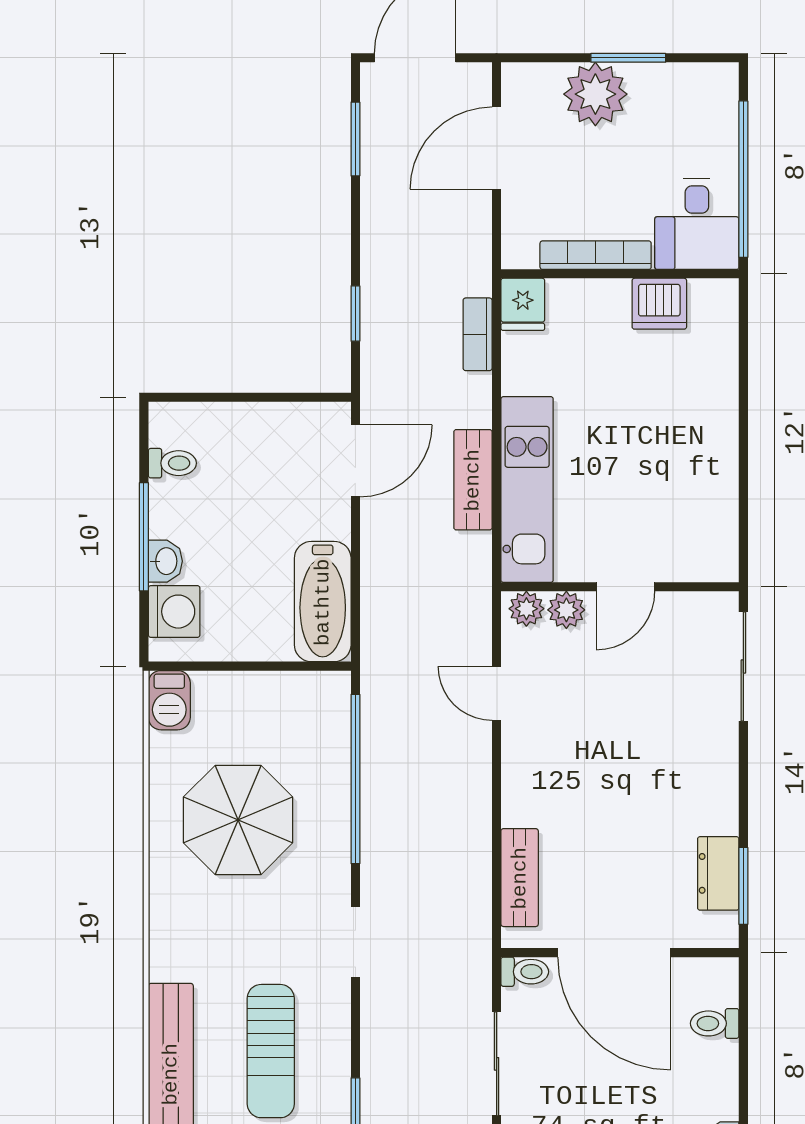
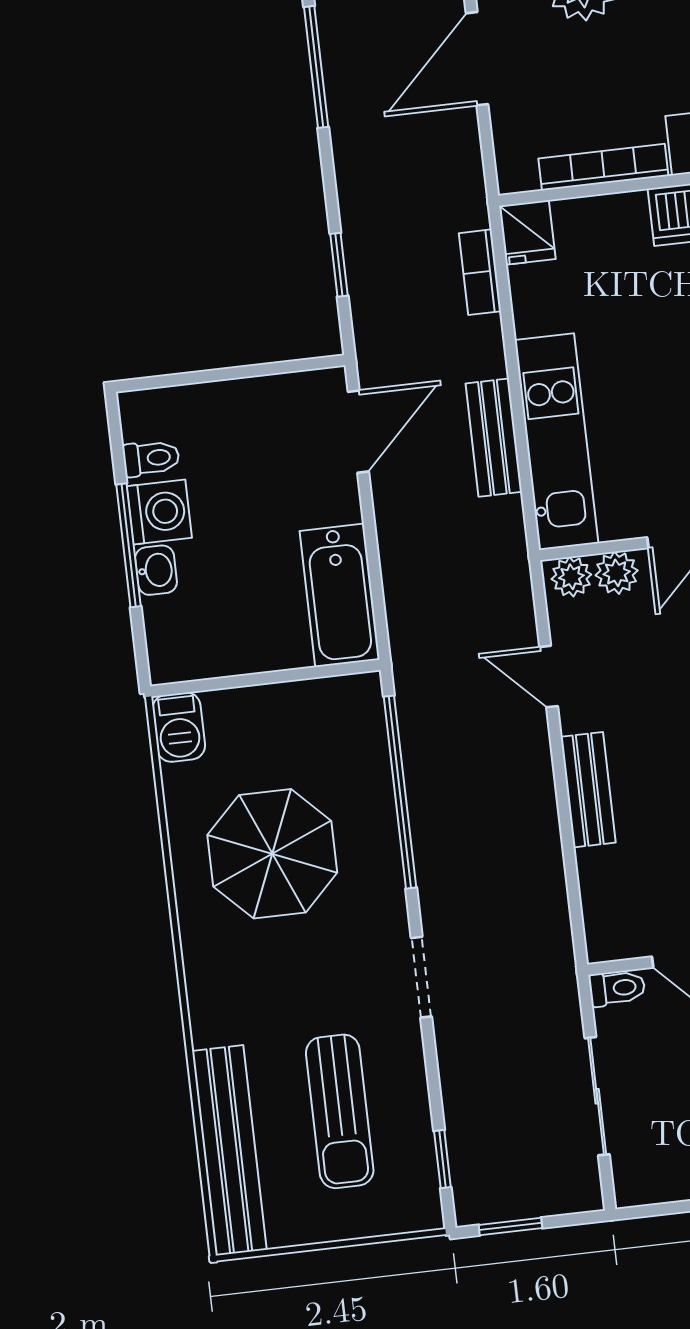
window: (355, 139) -> (316, 67), width x1.44
washing machine: (174, 612) -> (159, 512), moved
bench: (520, 878) -> (588, 790), moved

